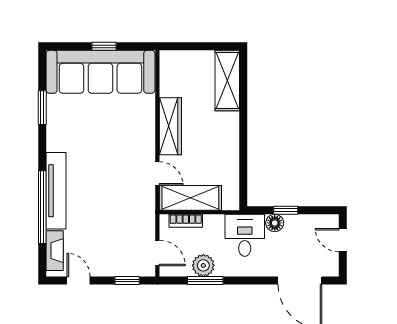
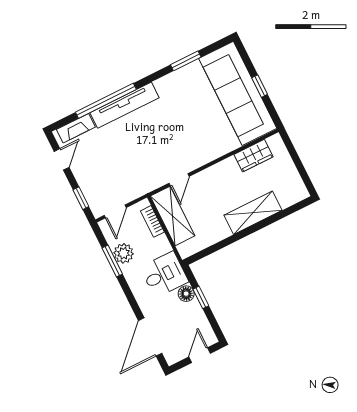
shelving: (227, 81) -> (253, 213), moved
wardrobe: (170, 126) -> (253, 156), moved, width x0.67

